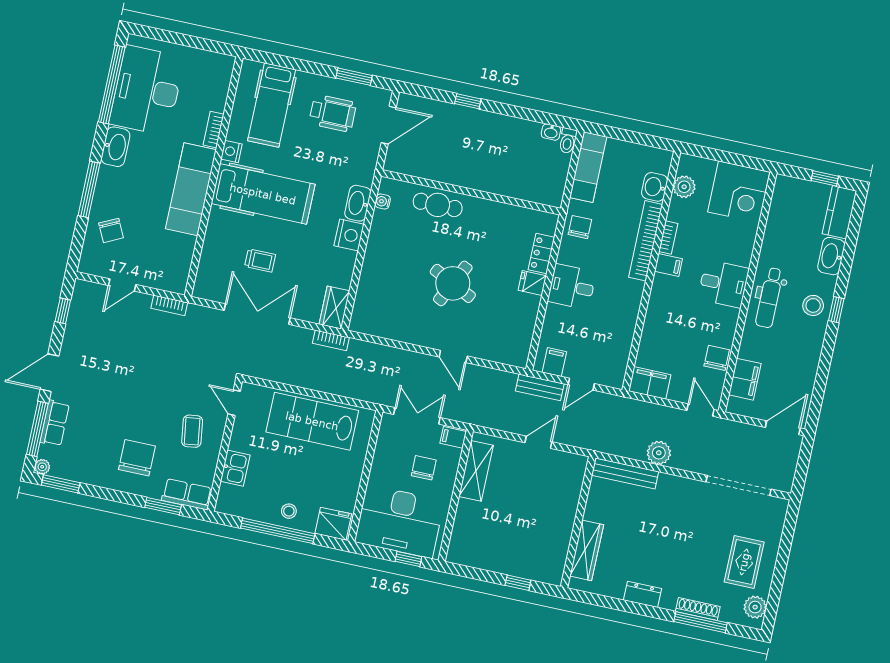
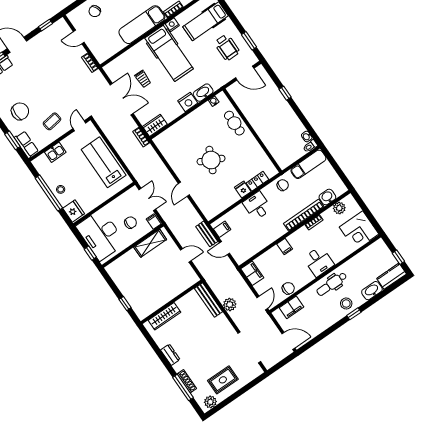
filing cabinet: (668, 265) -> (285, 246), moved

